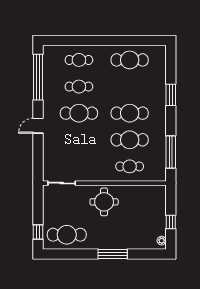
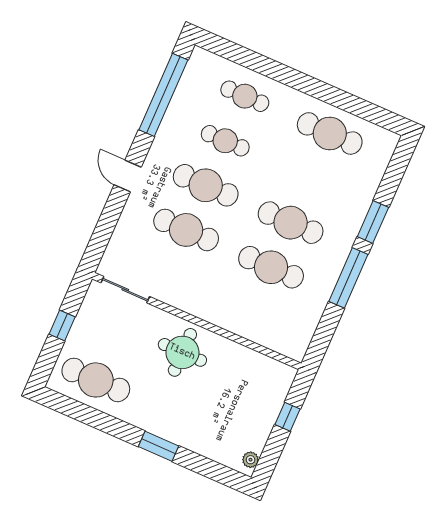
door: (38, 126) -> (128, 176), hinge flipped
window: (171, 152) -> (348, 278), moved
cafe table: (130, 166) -> (186, 230), moved, width x1.37, depth x1.35
window: (171, 222) -> (287, 417), moved
window: (38, 232) -> (62, 326), moved
window: (113, 254) -> (158, 446), width x0.69

